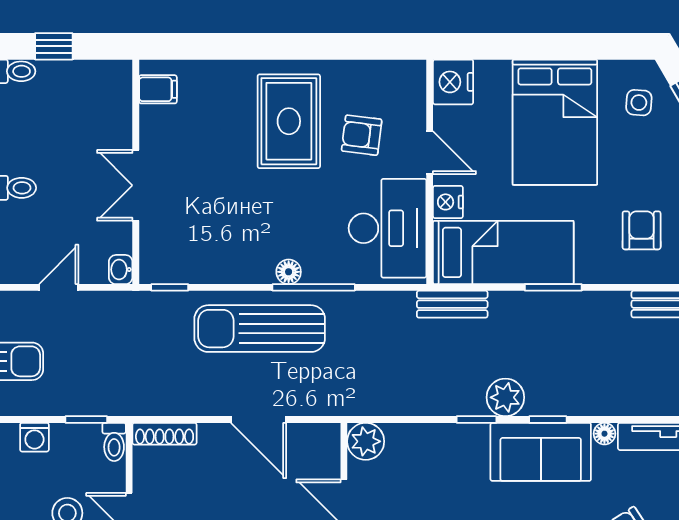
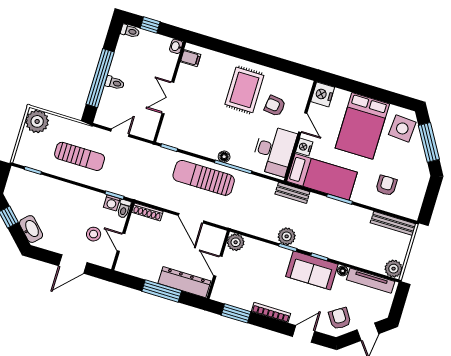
side table: (639, 103) -> (402, 128), width x1.87, depth x1.87
washbasin: (121, 270) -> (176, 46), moved
plant: (505, 397) -> (287, 236), moved
washing machine: (34, 437) -> (112, 203), moved

